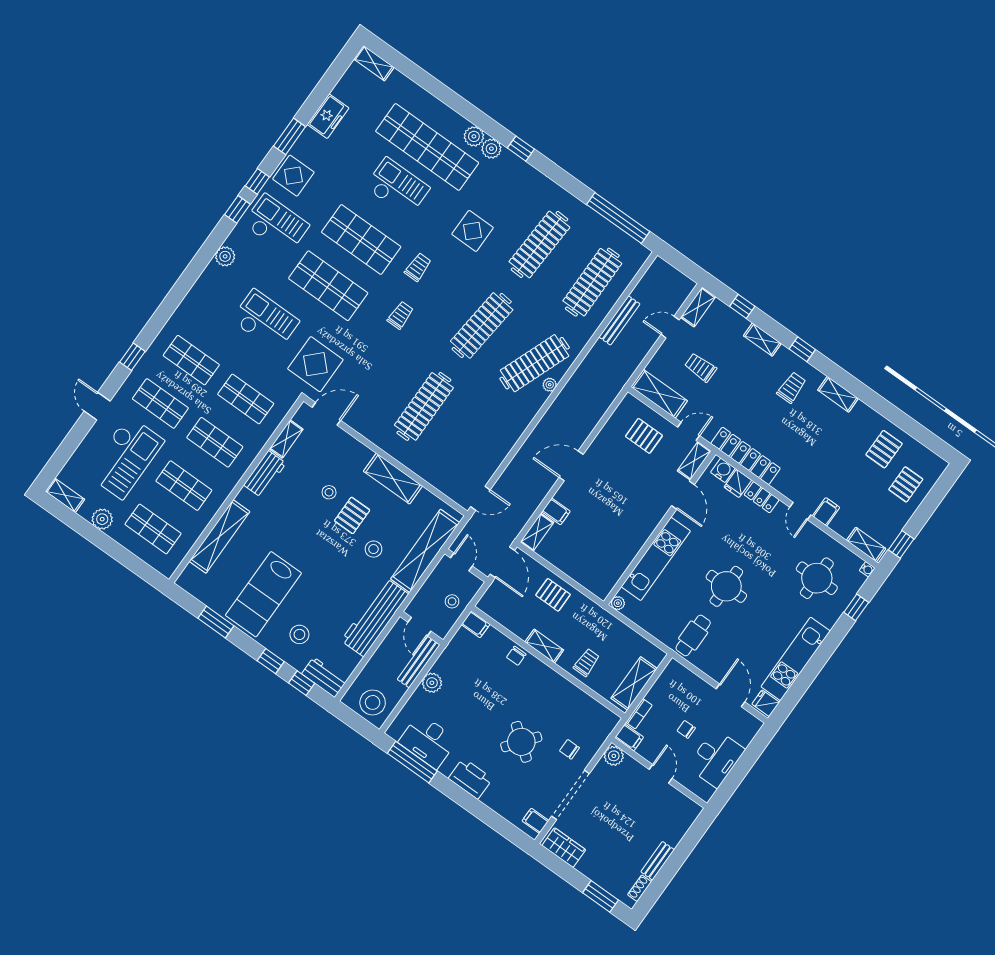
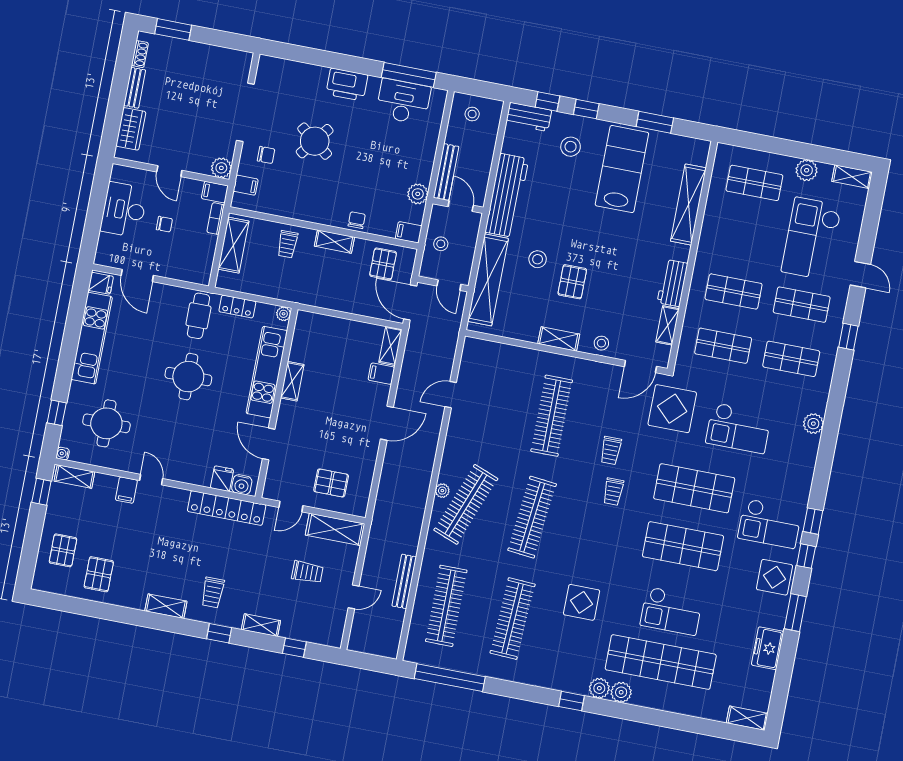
plant: (225, 256) -> (813, 424), moved
trolley: (418, 267) -> (611, 450), moved
shelving: (698, 307) -> (336, 628), removed
shelving: (694, 461) -> (292, 381), moved
shelving: (393, 479) -> (559, 339), width x0.67, depth x0.75
shop shelf: (184, 486) -> (744, 237), removed
stool: (329, 492) -> (601, 343), moved
locker: (762, 497) -> (237, 307), moved, turned 180
door: (480, 498) -> (451, 395), moved
pallet: (553, 595) -> (383, 264), moved, turned 90
plant: (432, 683) -> (418, 194), moved
stool: (373, 702) -> (472, 114), width x0.53, depth x0.53
filing cabinet: (535, 821) -> (246, 185), moved
wardrobe: (564, 848) -> (131, 129), moved, turned -90

